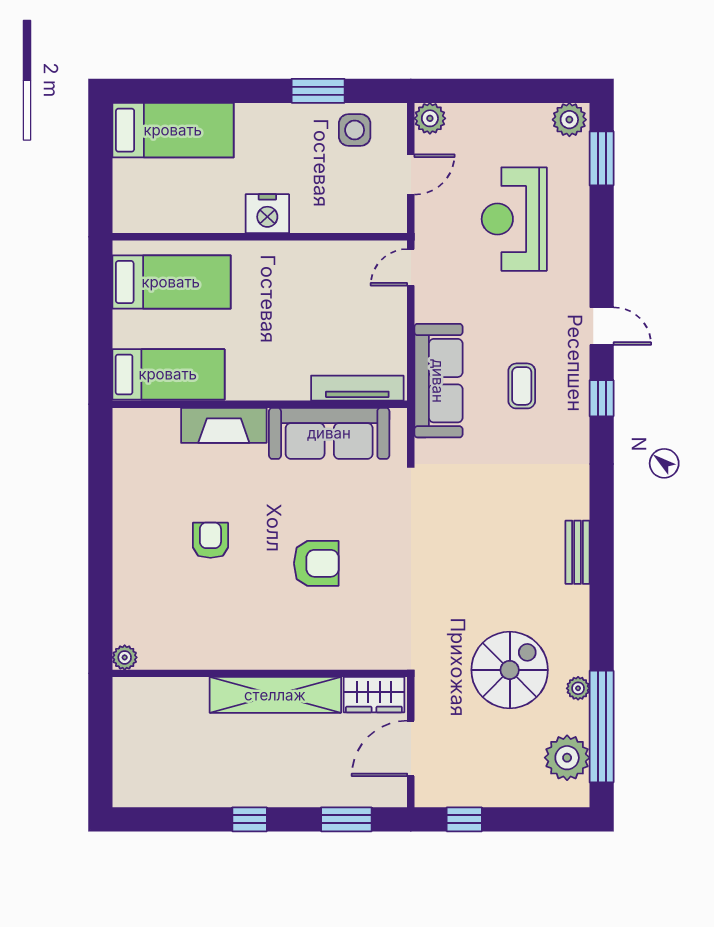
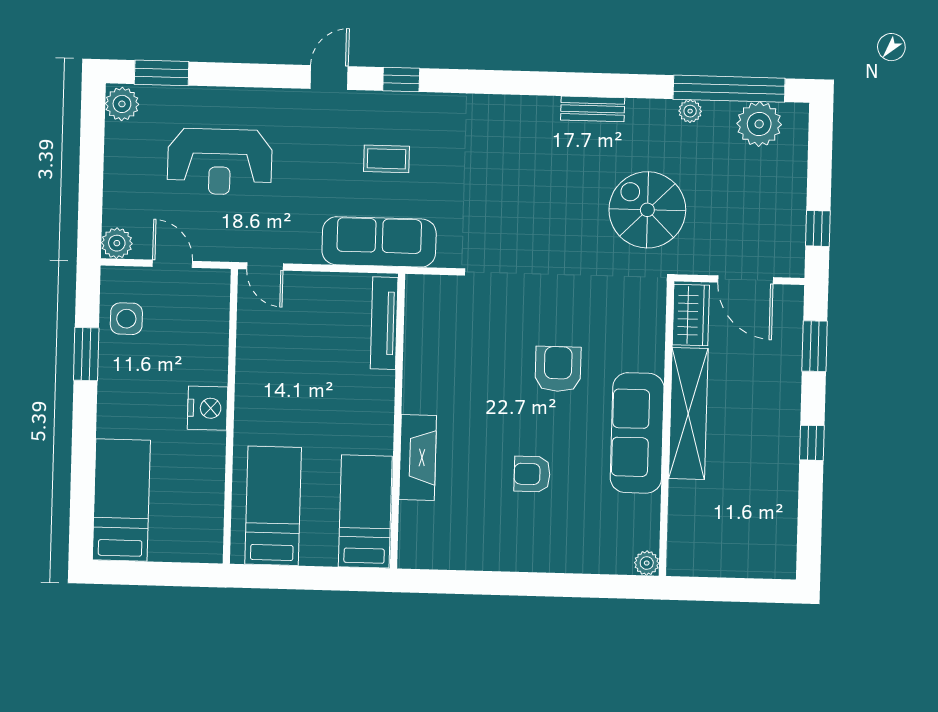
sofa: (329, 433) -> (637, 433), moved, turned 180
bench: (578, 552) -> (593, 109), moved
spiral stairs: (510, 670) -> (647, 210), moved

